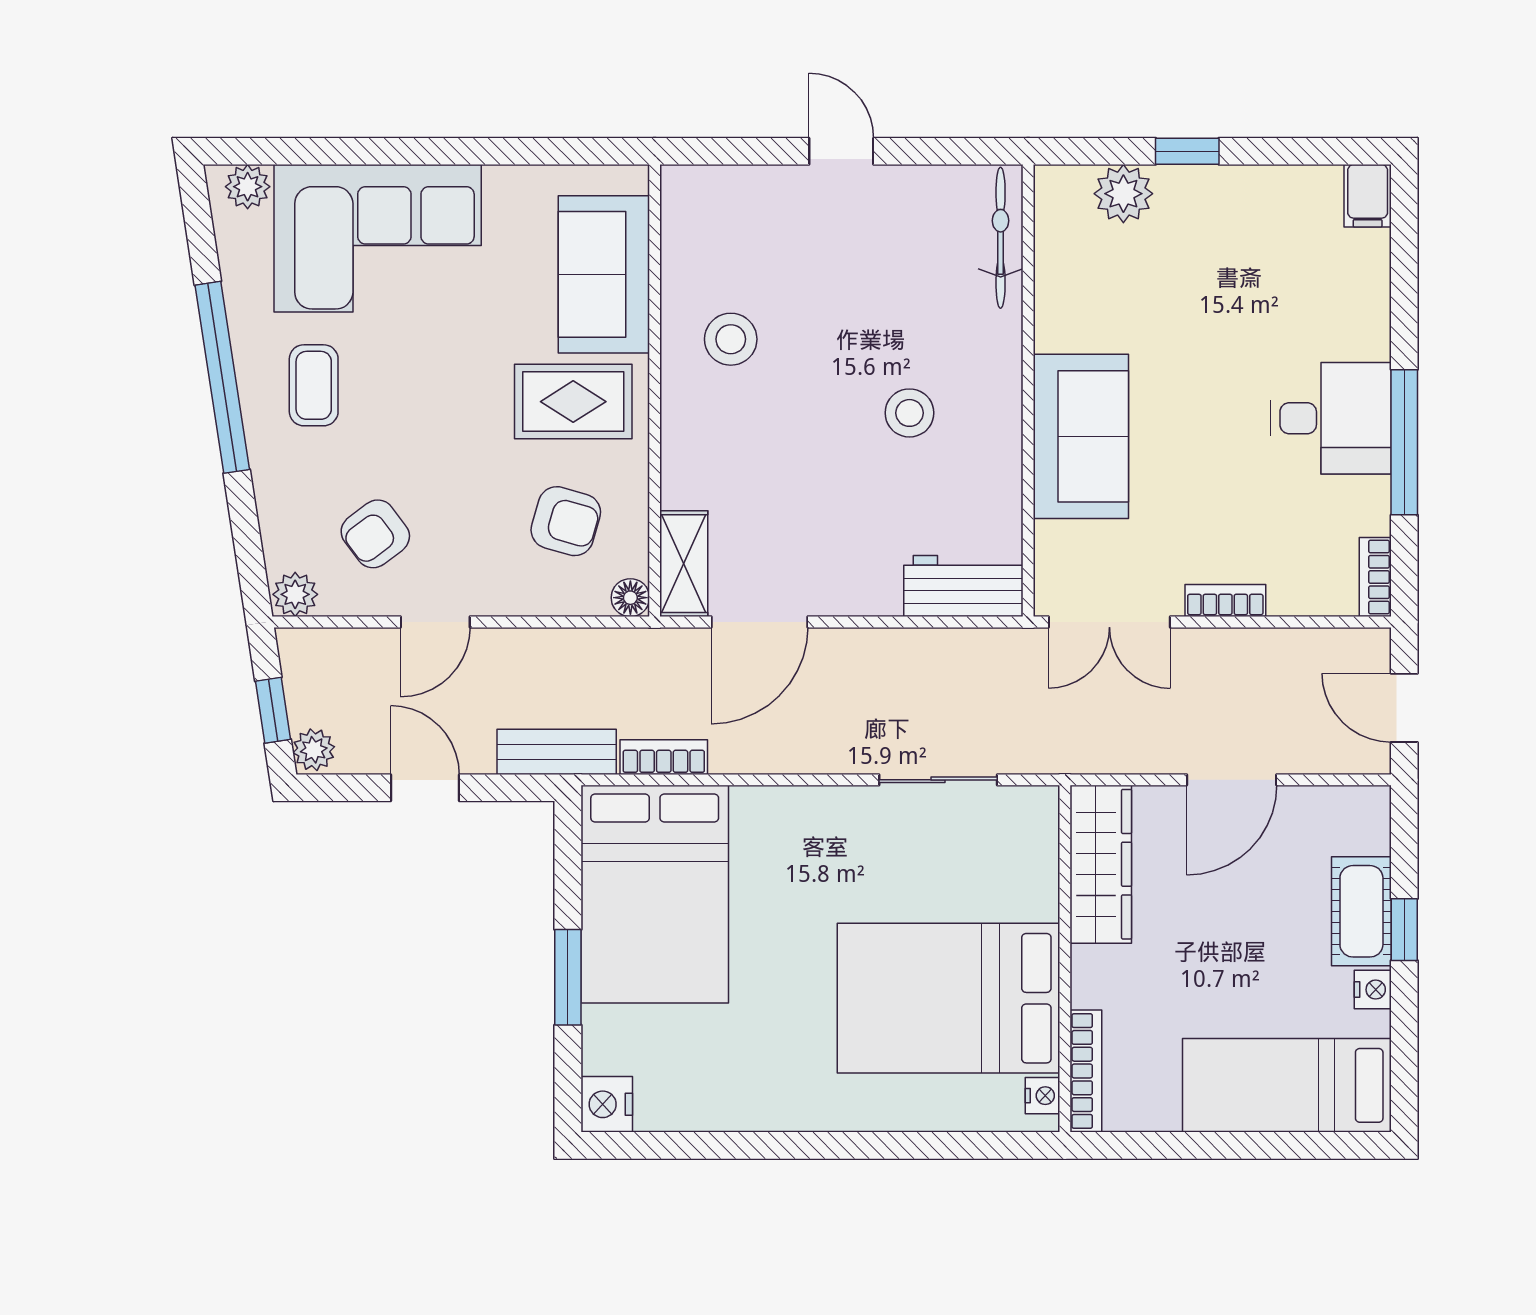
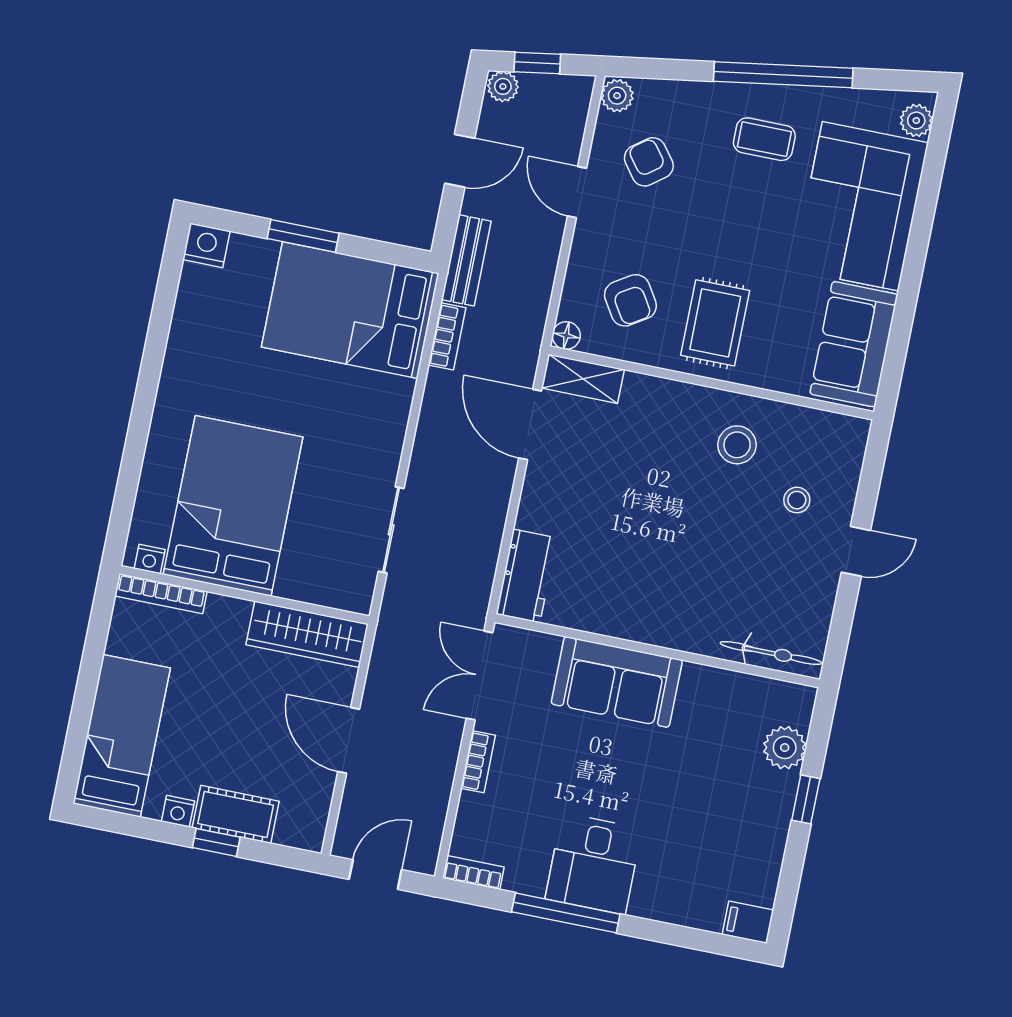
sofa: (604, 274) -> (854, 344), moved, turned -90
stool: (909, 413) -> (797, 500), moved, width x0.73, depth x0.73
armchair: (566, 521) -> (630, 300), turned -48

